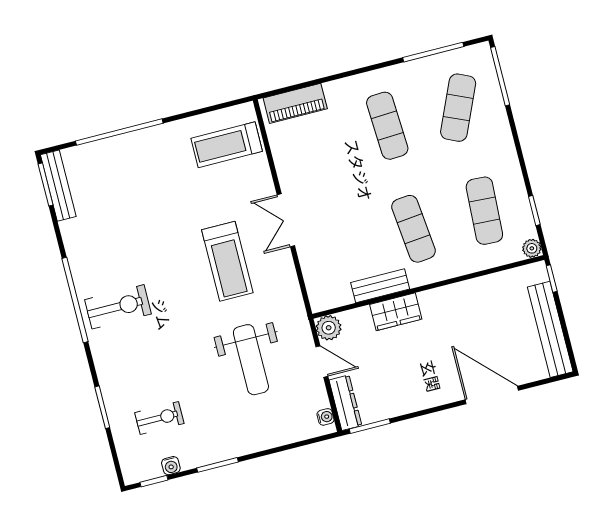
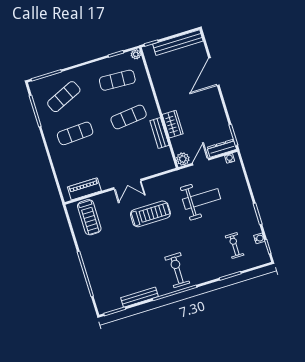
piano: (295, 103) -> (84, 189), moved, turned -90
exercise mat: (458, 108) -> (64, 97), turned -48
bench: (58, 186) -> (140, 297), moved

